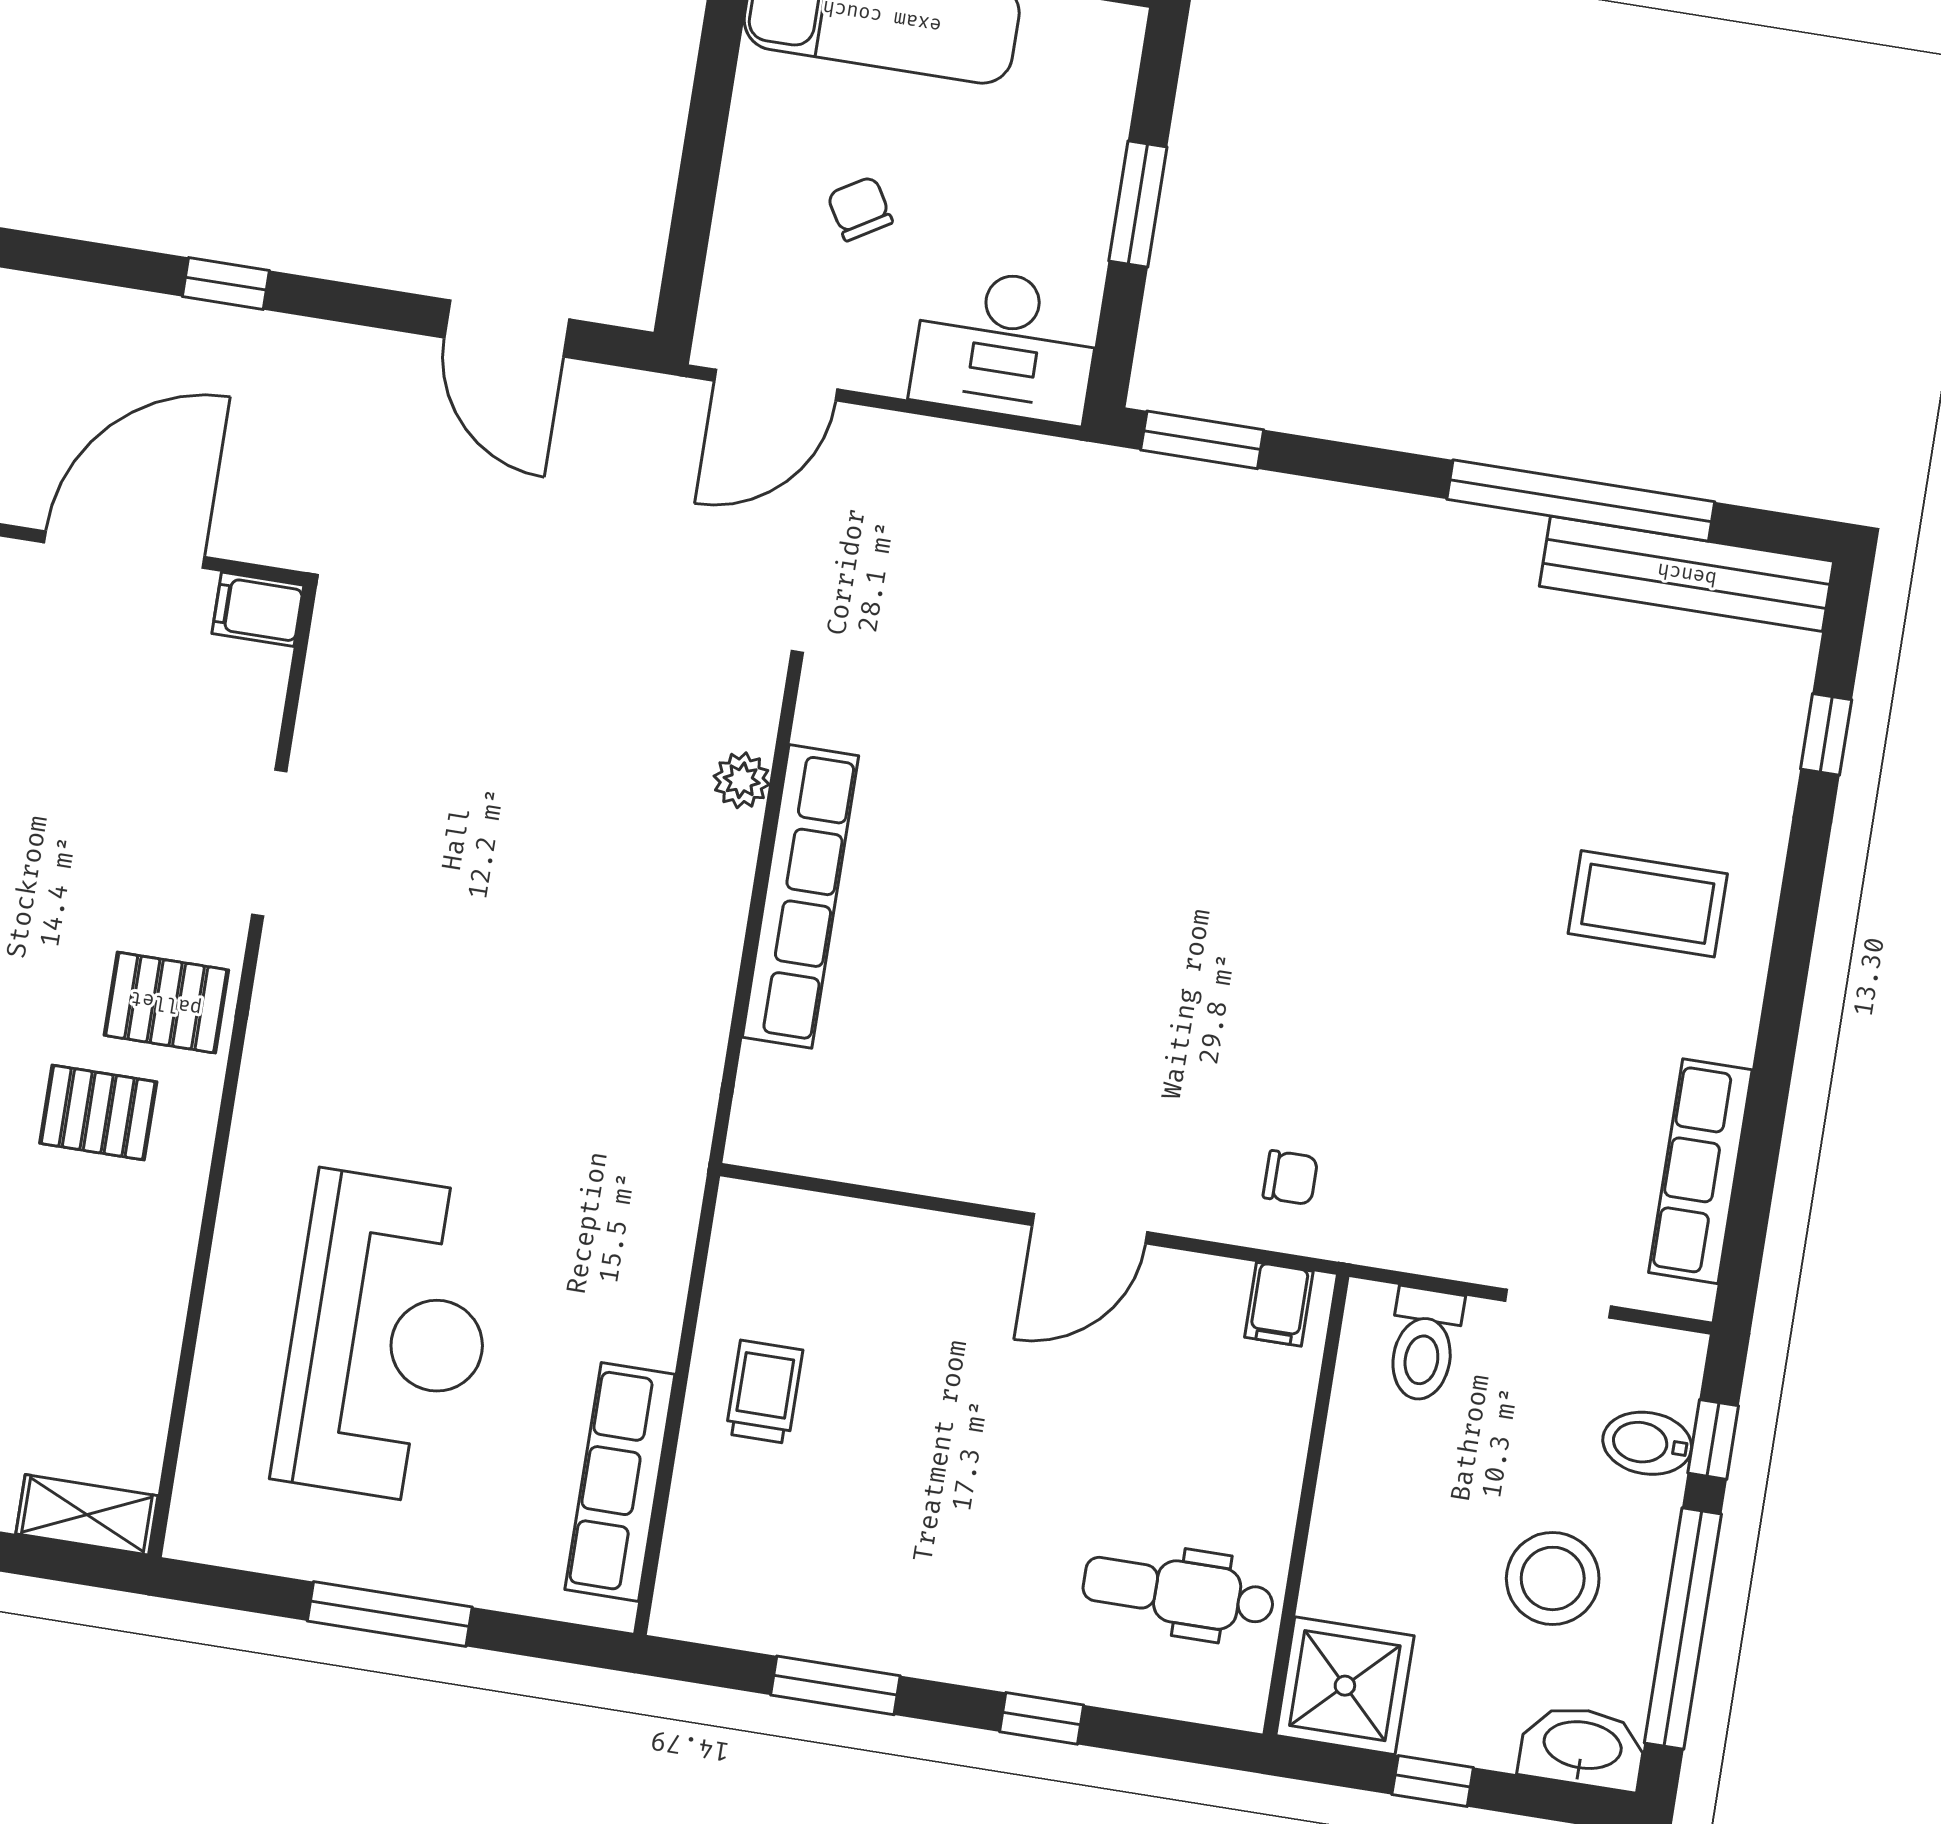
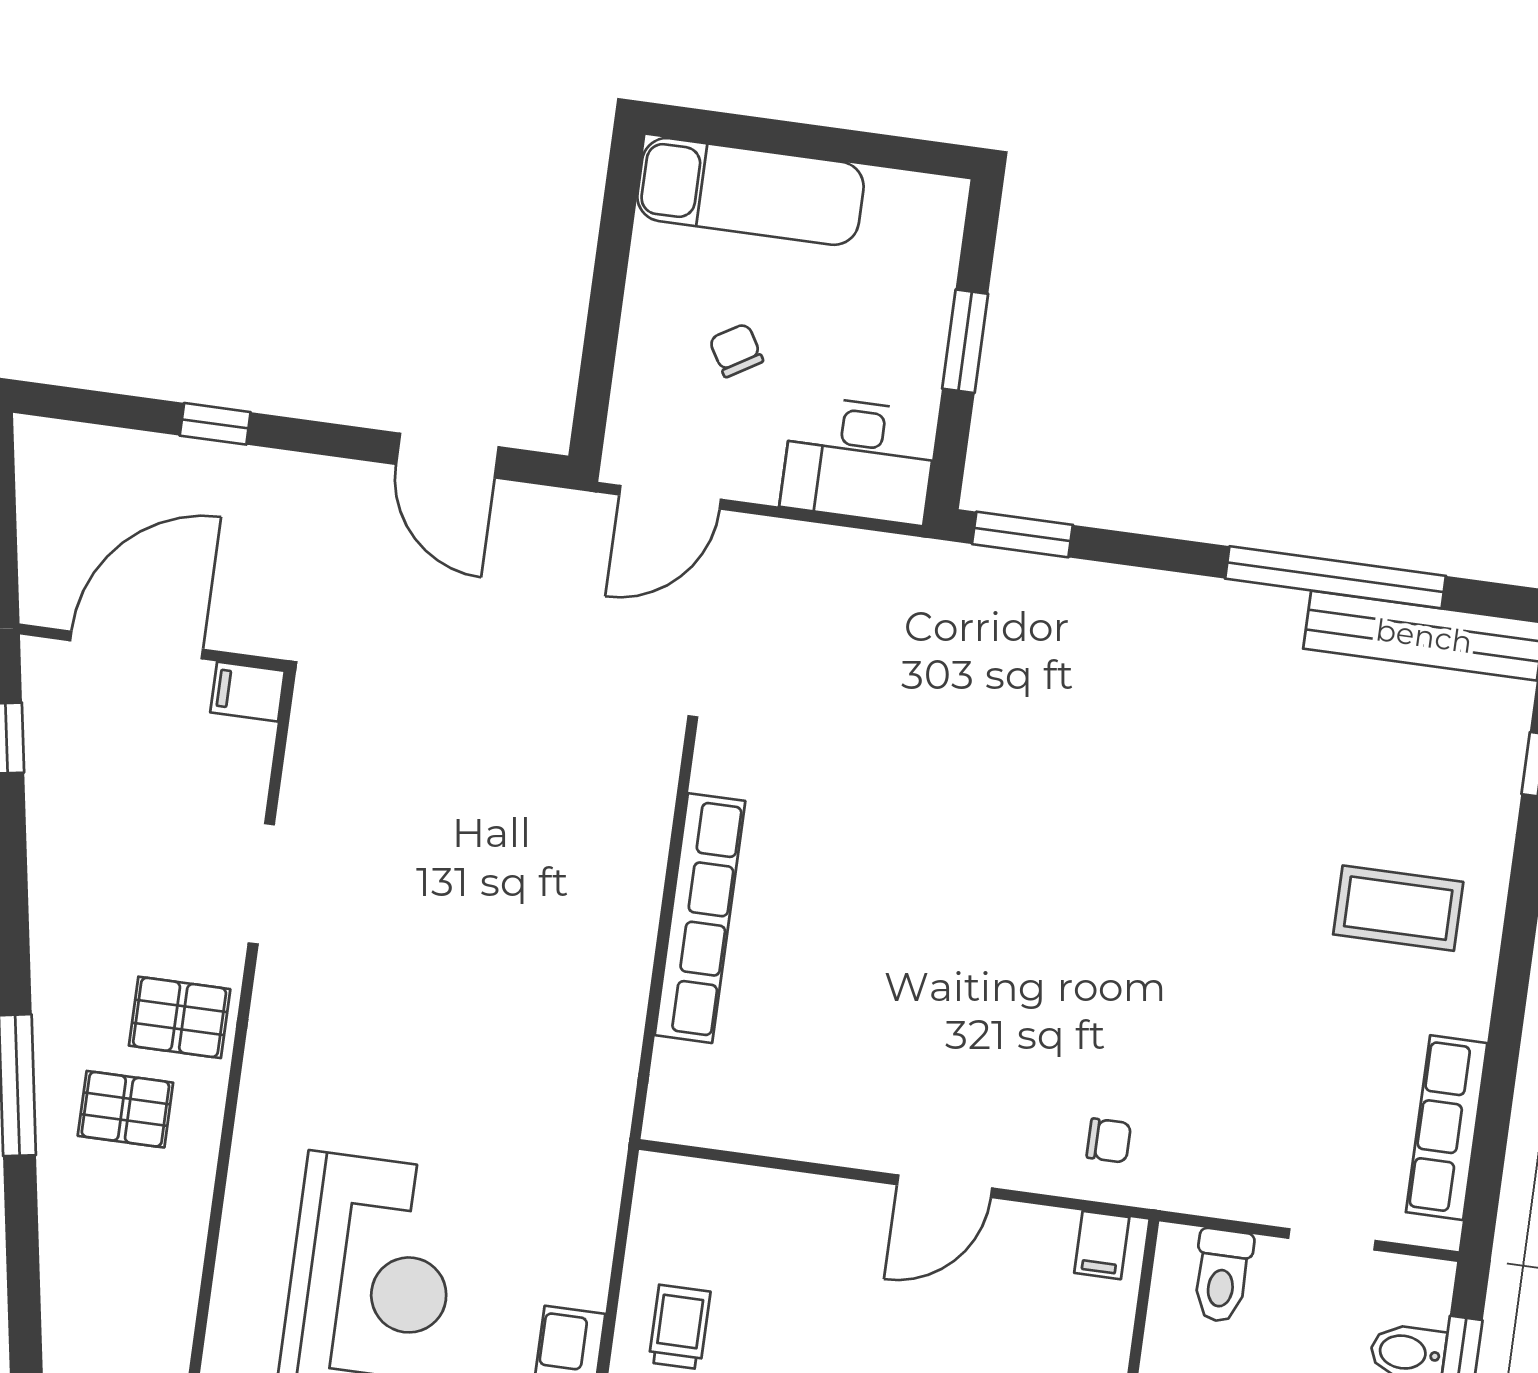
plant: (742, 780) -> (649, 823), removed

